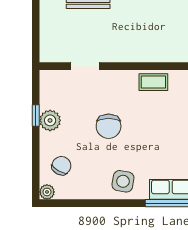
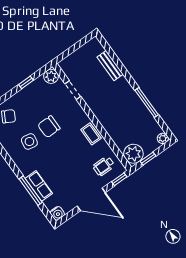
plant: (50, 120) -> (51, 76), moved
side table: (123, 181) -> (29, 141), moved

